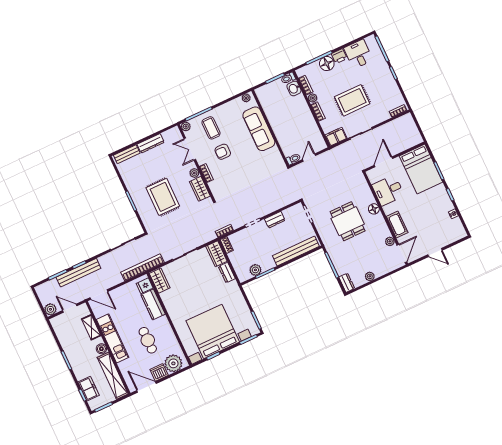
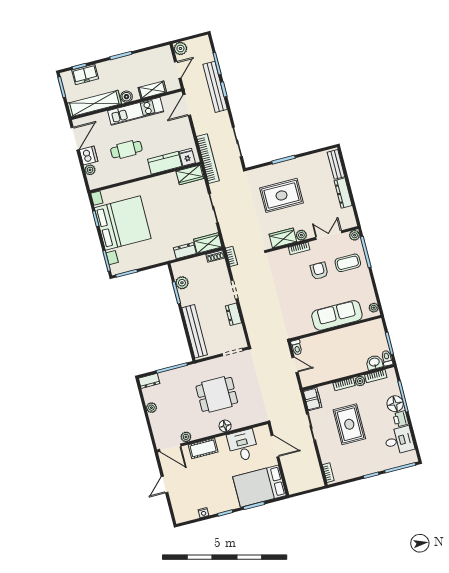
plant: (173, 363) -> (90, 170), width x0.53, depth x0.53

